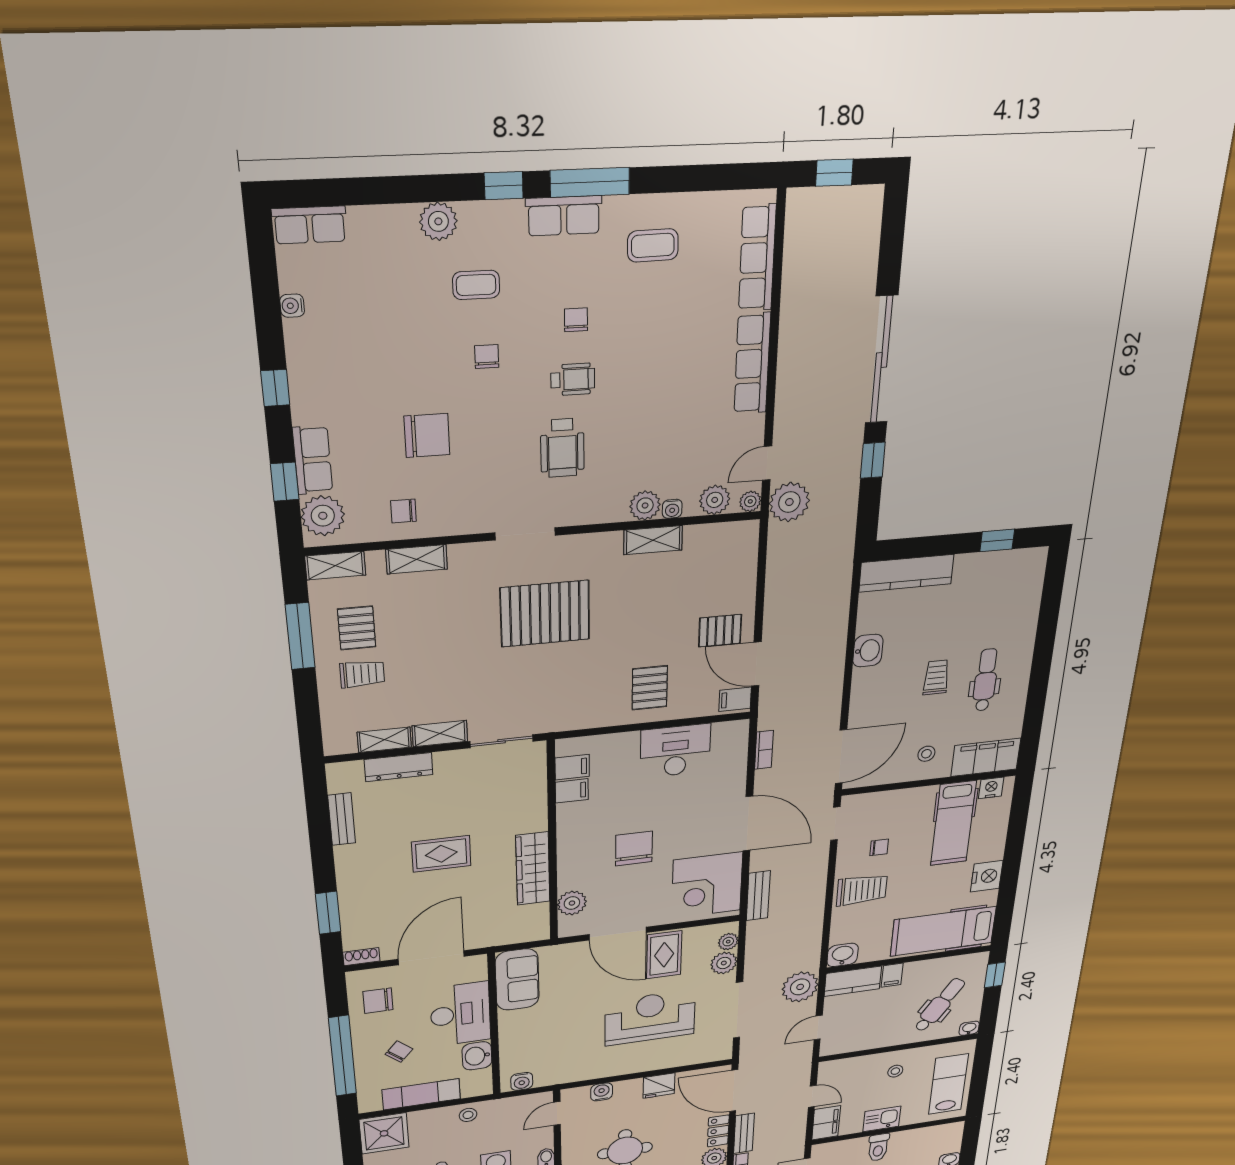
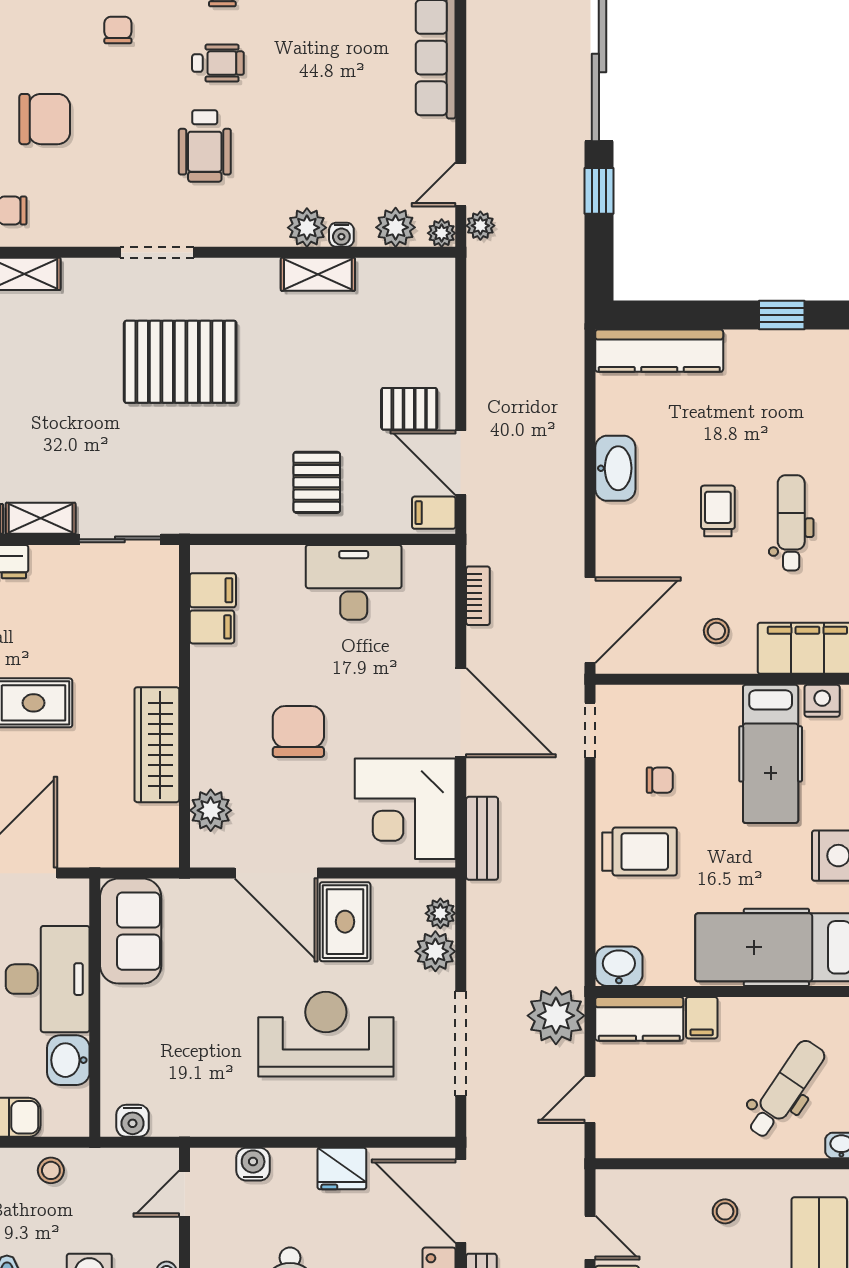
plant: (789, 502) -> (480, 226), width x0.53, depth x0.53
washbasin: (868, 651) -> (615, 468), width x1.38

